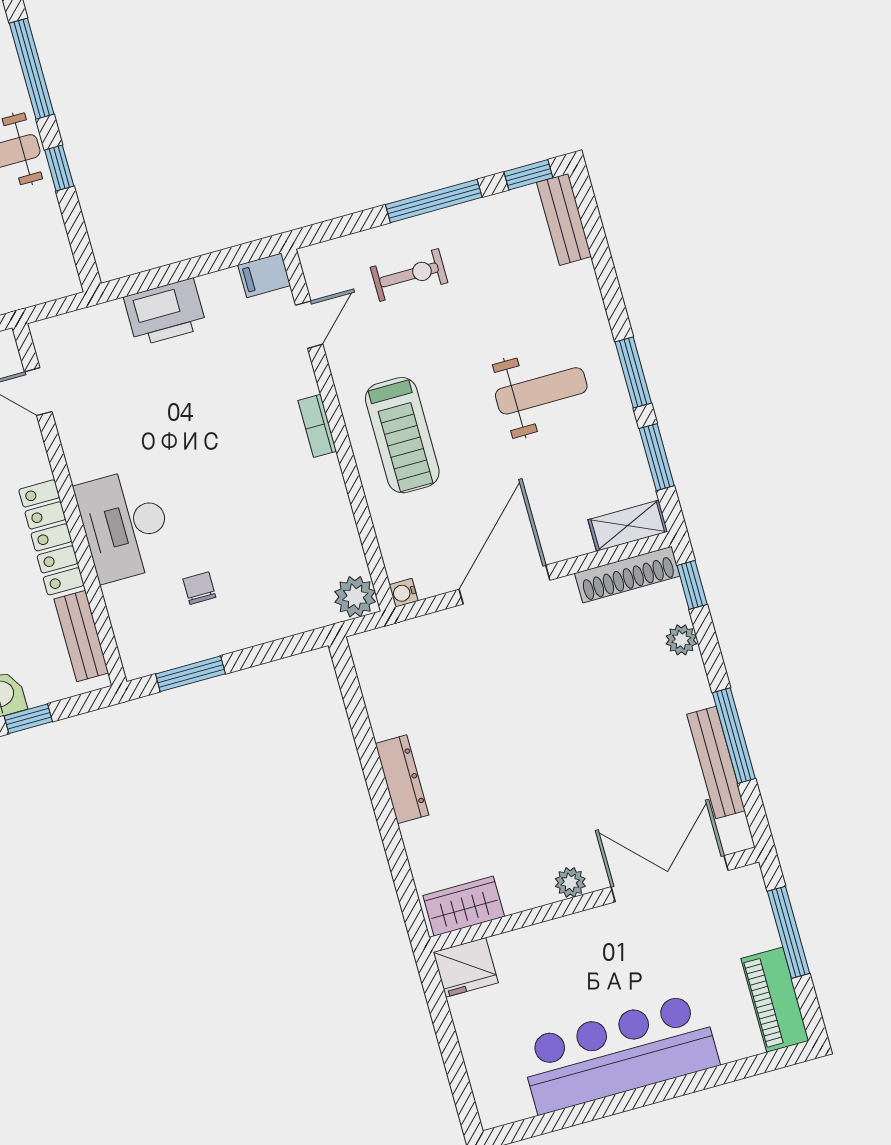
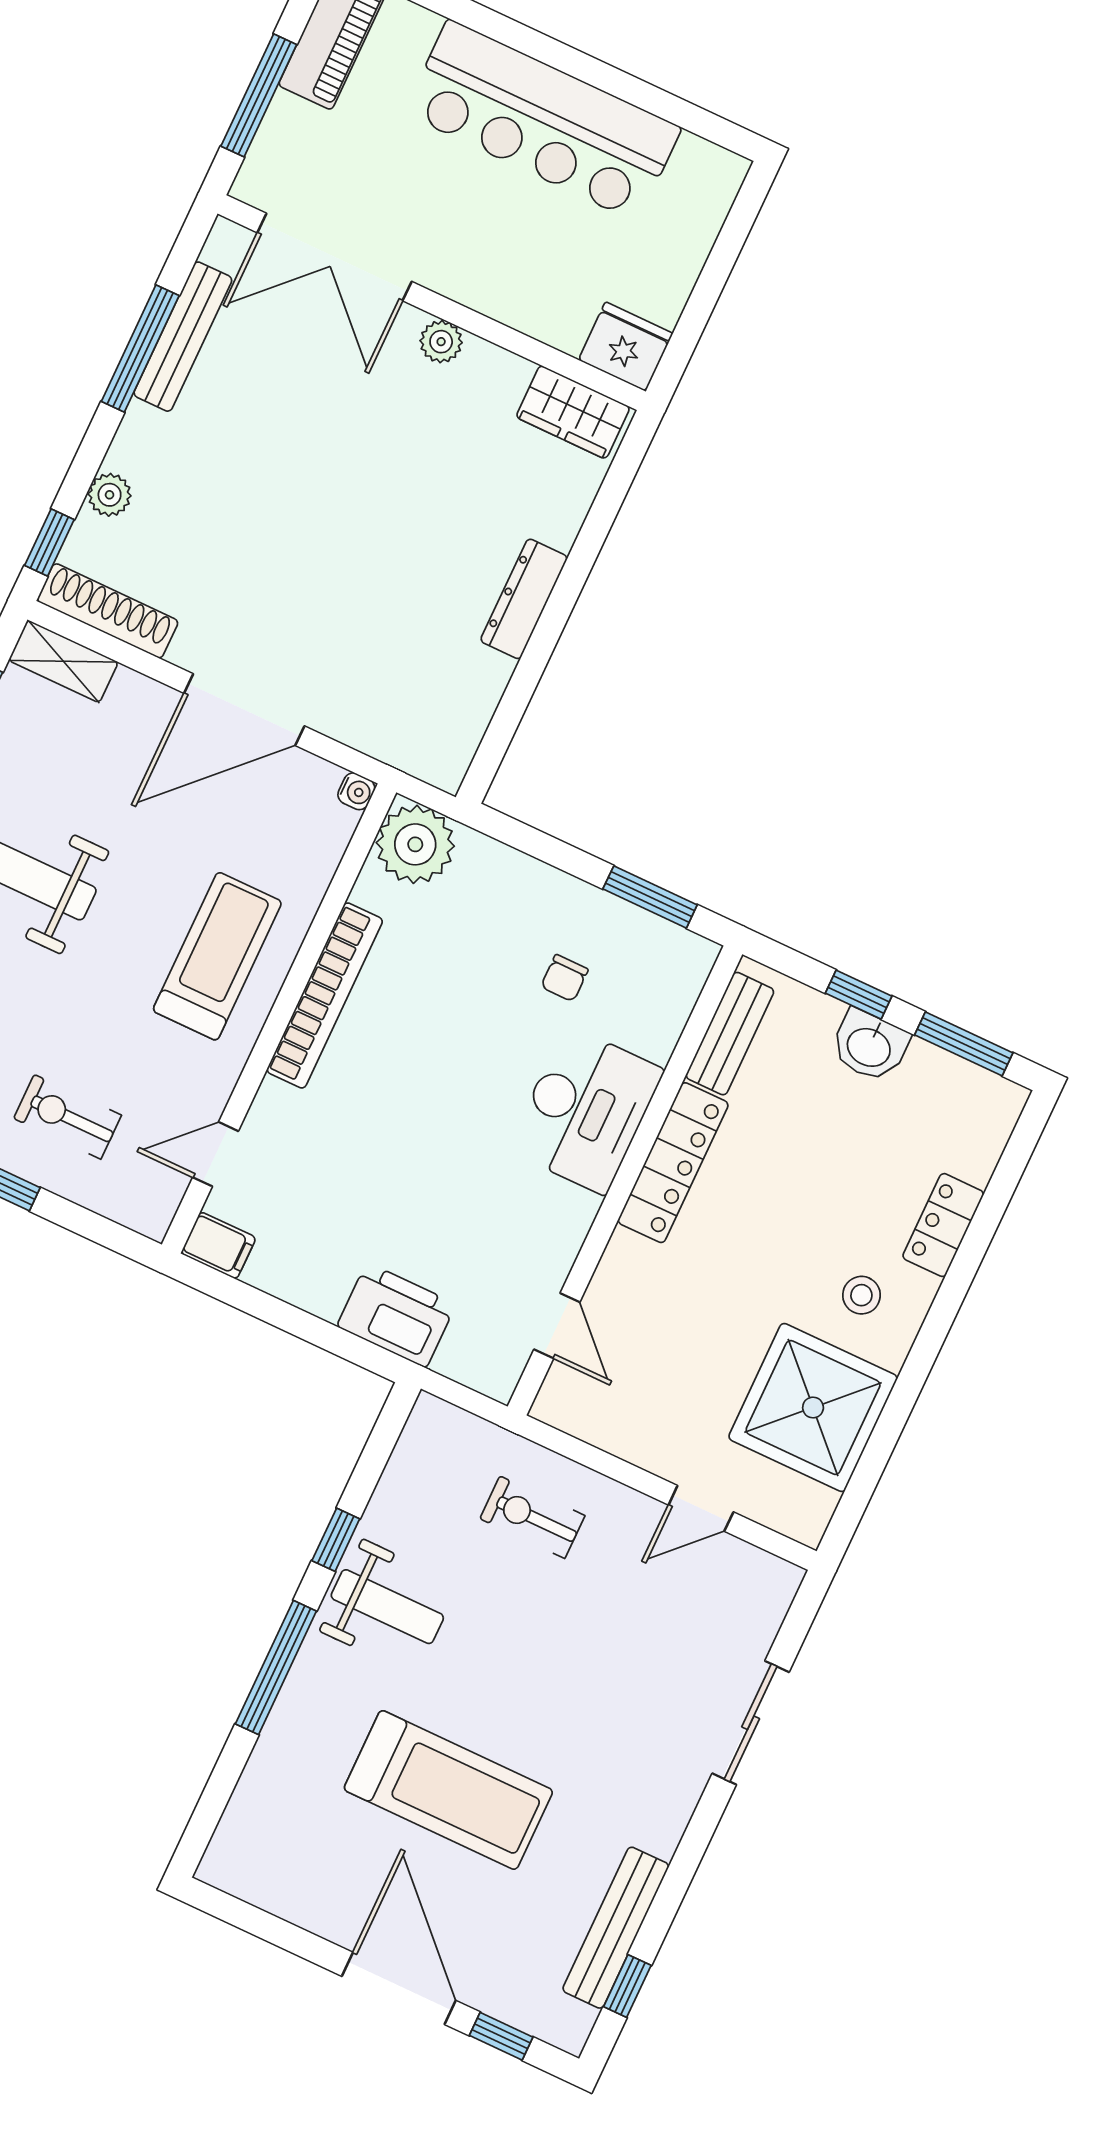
printer: (165, 312) -> (396, 1315), moved
bookcase: (317, 426) -> (325, 995), width x2.31, depth x1.31
plant: (355, 597) -> (415, 844), width x1.36, depth x1.36

